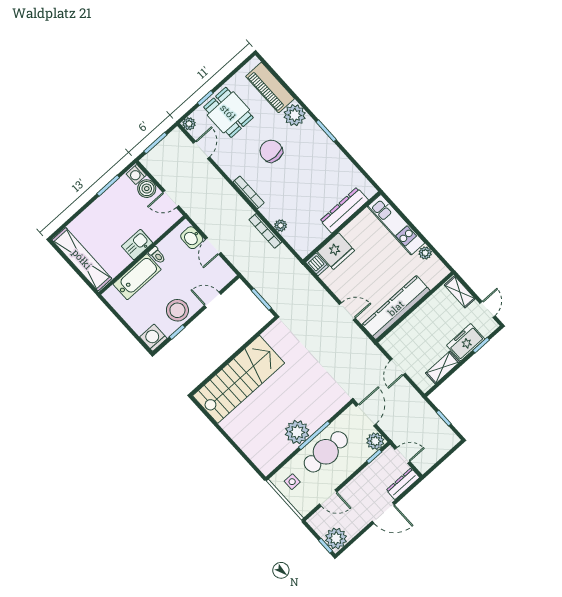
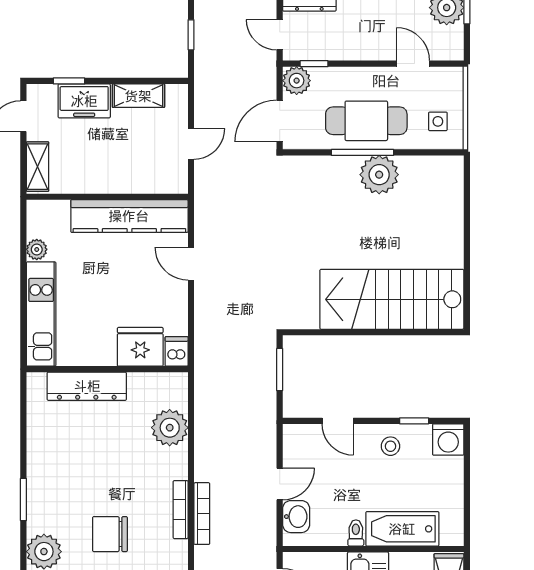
chair: (271, 151) -> (110, 534), turned 90
plant: (281, 226) -> (170, 428), width x1.88, depth x1.88
bookcase: (265, 231) -> (202, 514), moved
stool: (177, 310) -> (390, 446), width x0.53, depth x0.53

